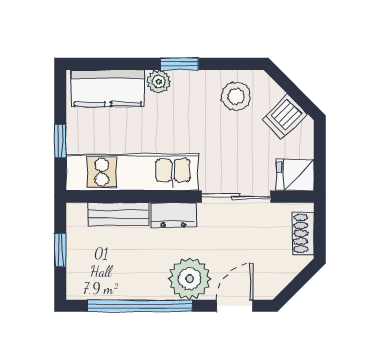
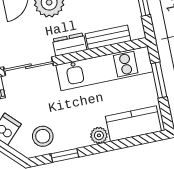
window: (180, 64) -> (65, 155), moved
window: (60, 141) -> (159, 80), width x1.50

